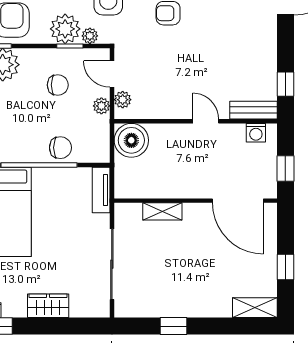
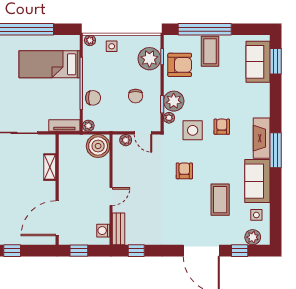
door: (112, 74) -> (143, 133), swing flipped
plant: (101, 106) -> (88, 126), moved
chair: (60, 148) -> (93, 98), turned -90

